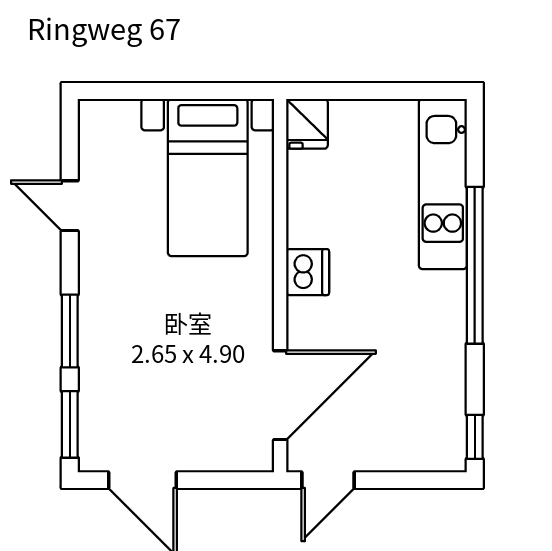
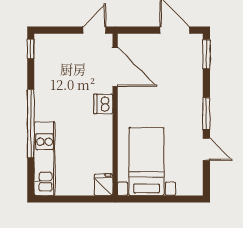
dishwasher: (308, 272) -> (103, 104), moved
window: (70, 331) -> (206, 114), moved
door: (280, 395) -> (115, 67), swing flipped

